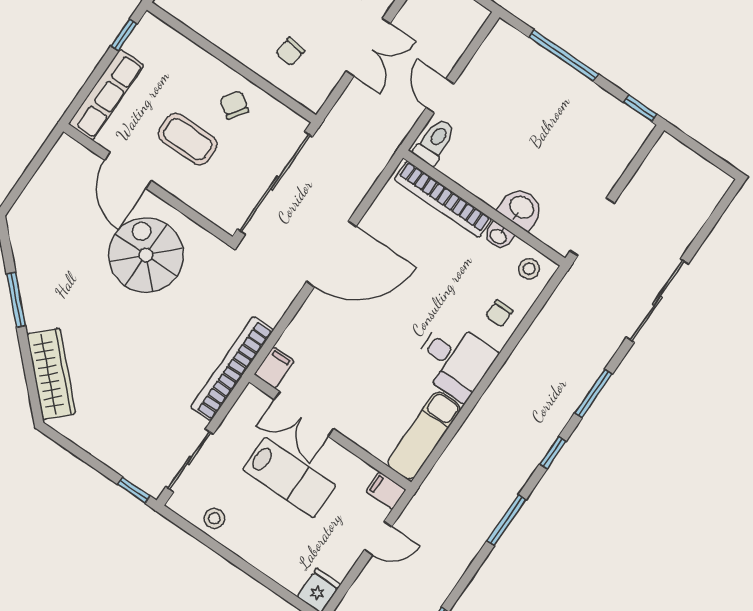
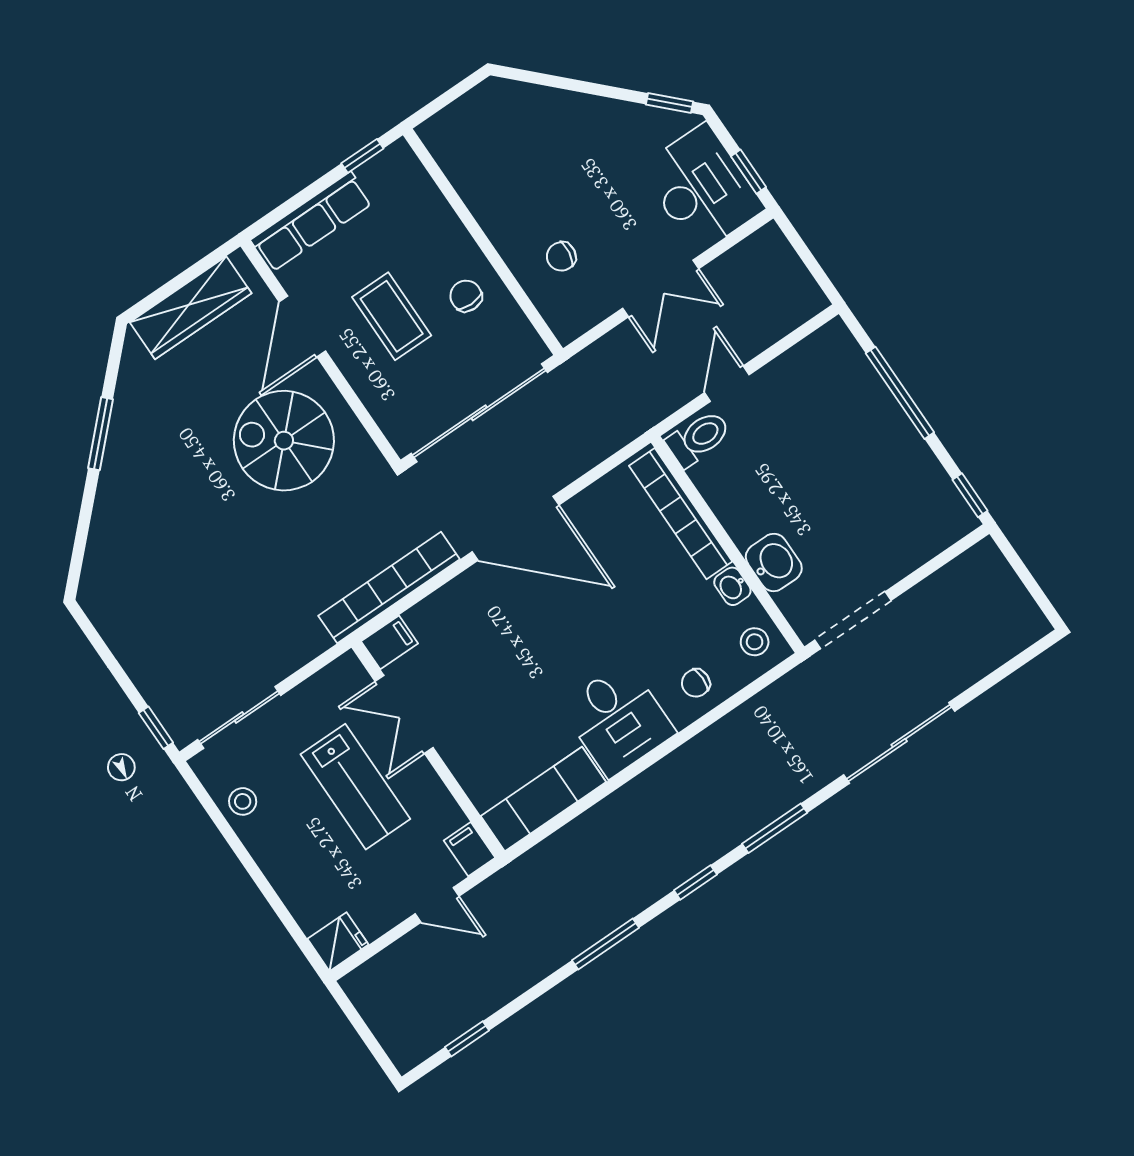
chair: (234, 105) -> (466, 296), turned -35
spiral stairs: (146, 255) -> (284, 441), turned -90
bookcase: (232, 369) -> (389, 587), moved
wardrobe: (51, 374) -> (191, 308), moved, turned 45

